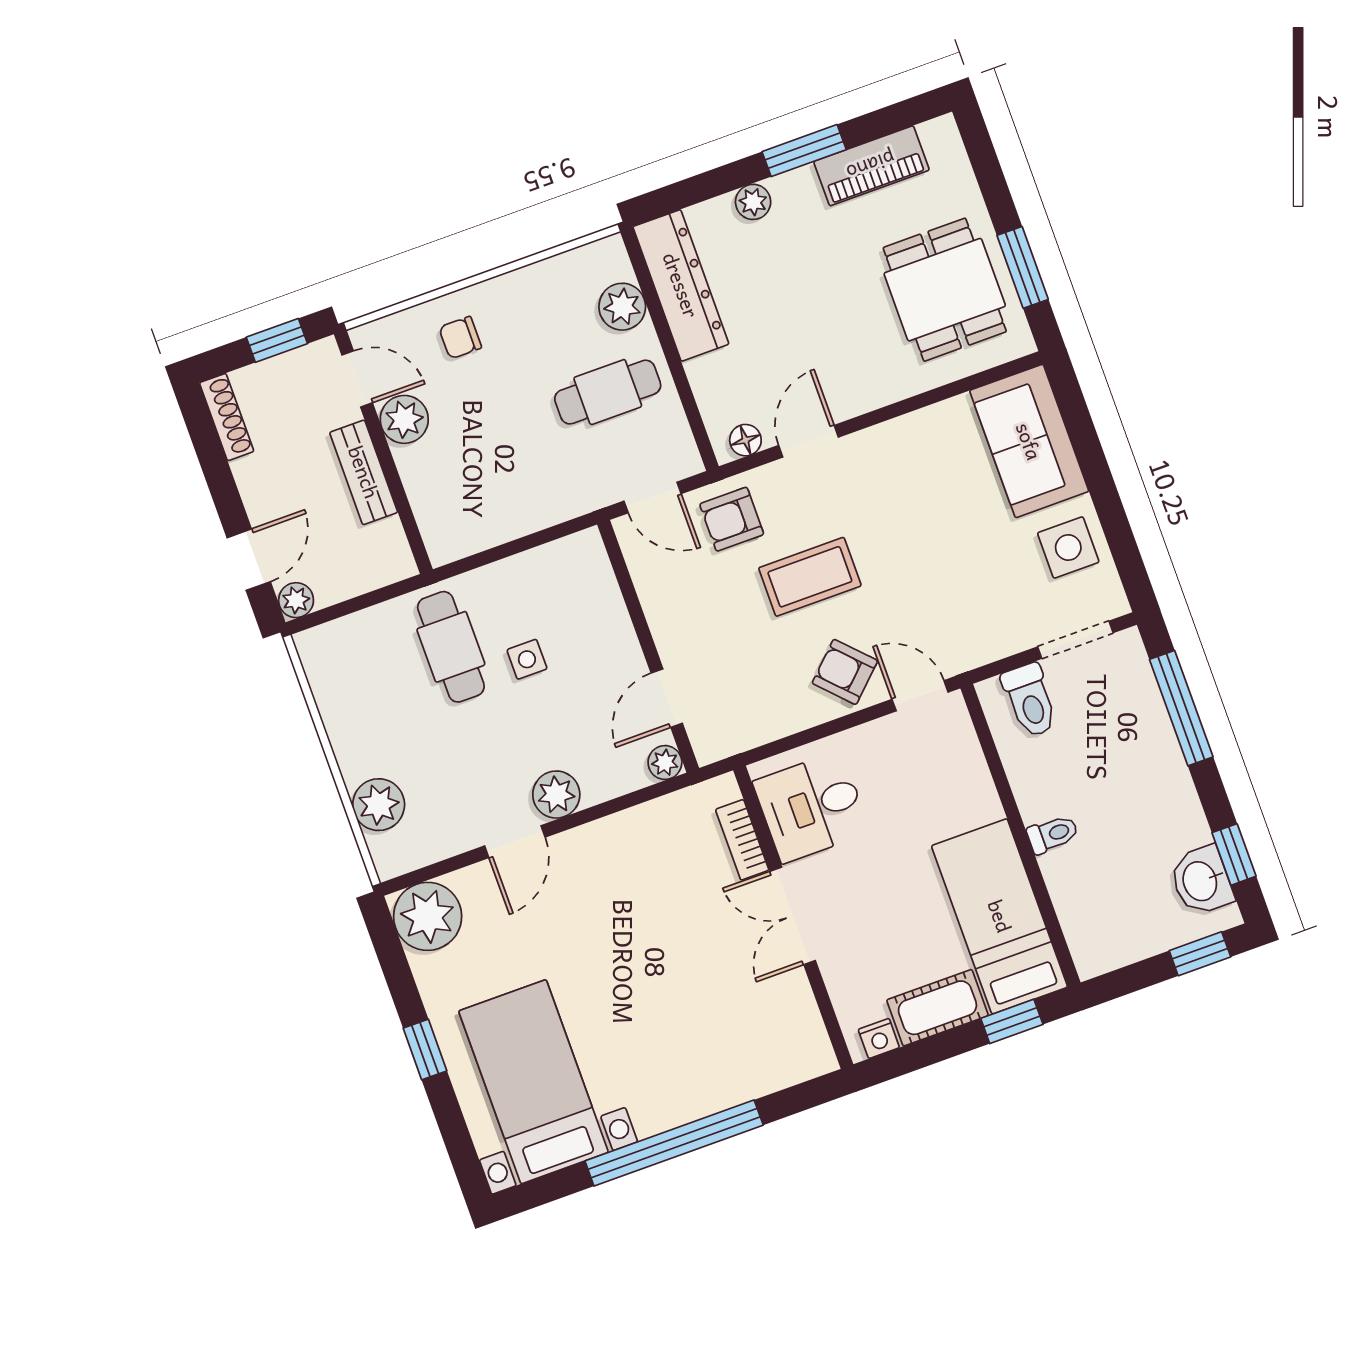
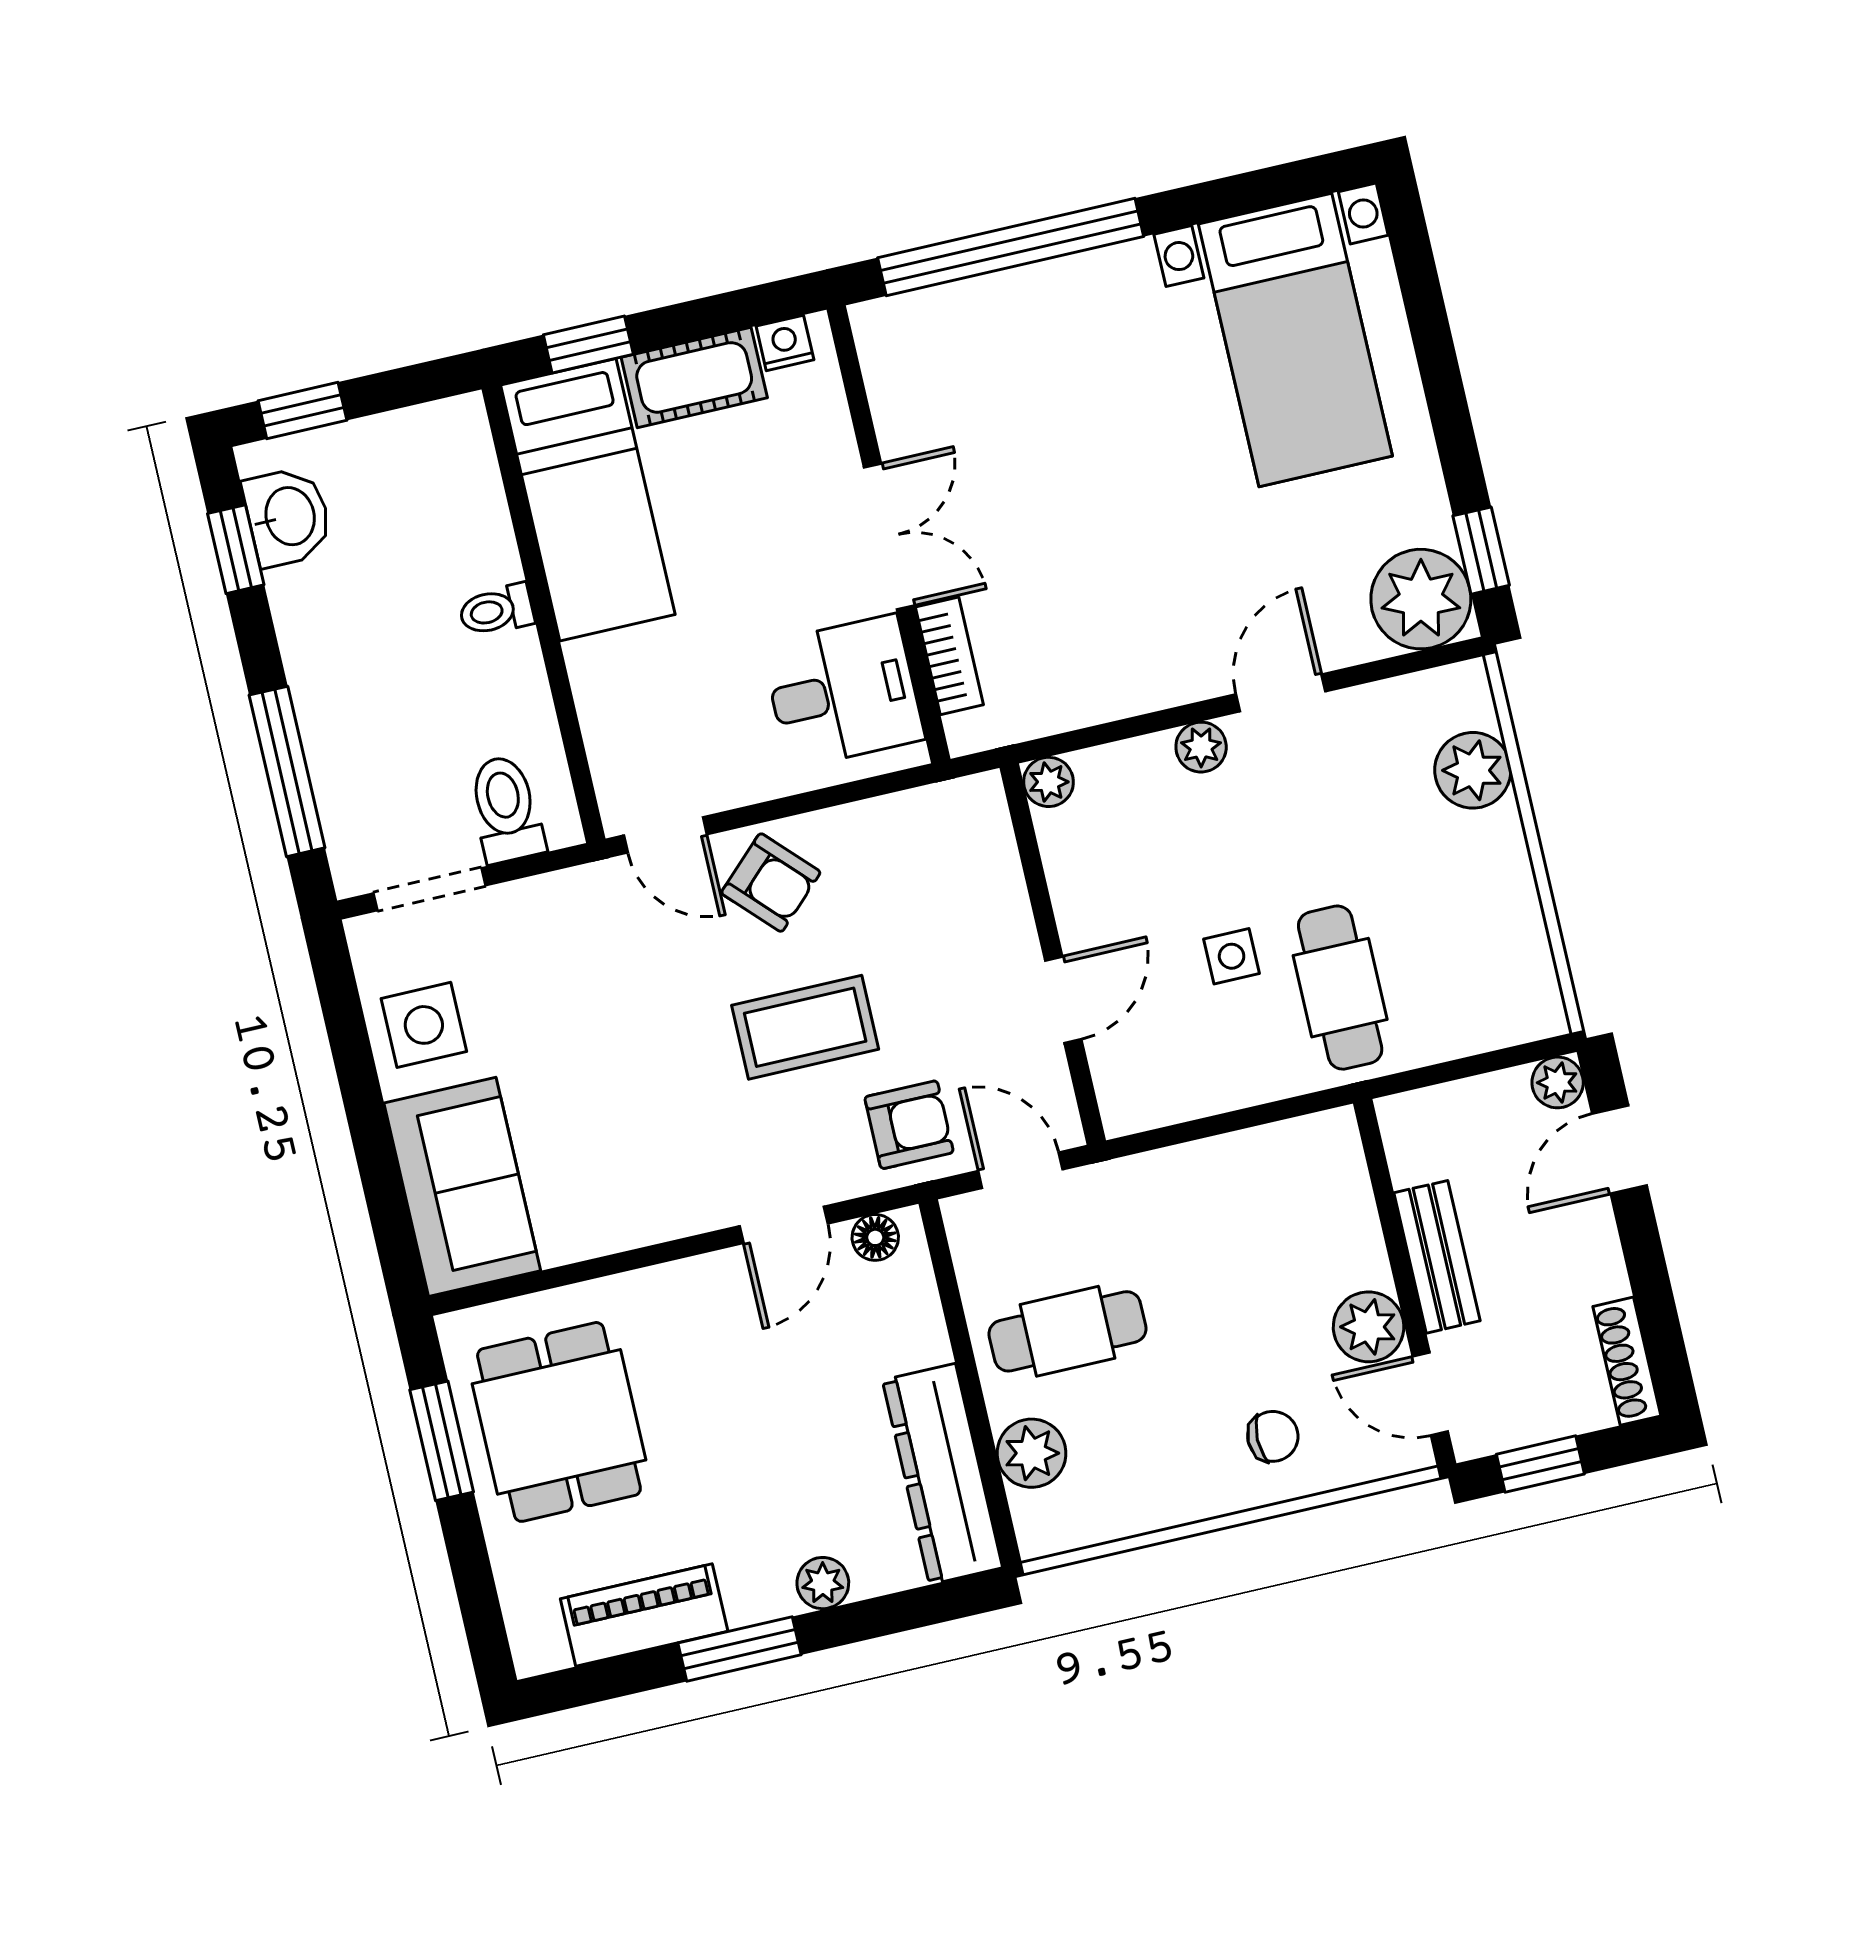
door: (667, 698) -> (1063, 1000), moved
plant: (556, 795) -> (1201, 747), width x0.73, depth x0.73
window: (425, 1049) -> (1481, 551), moved
window: (674, 1143) -> (1011, 247), moved

